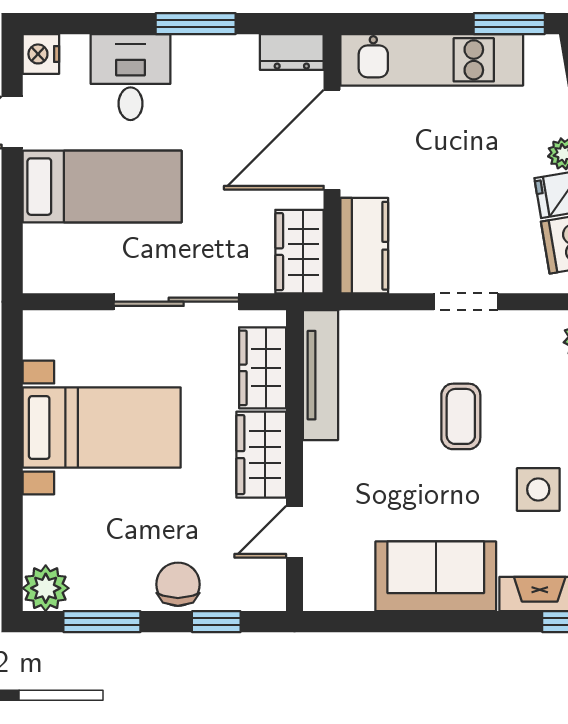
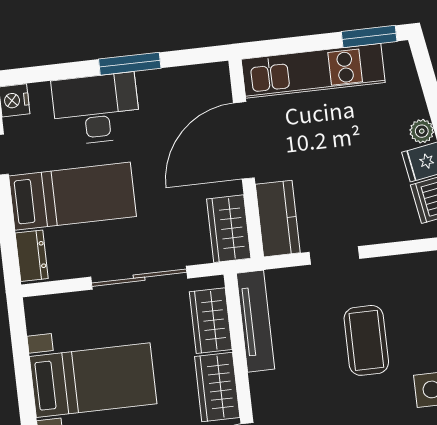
dresser: (292, 52) -> (32, 256), moved, turned -90
desk: (131, 77) -> (96, 109), width x1.37
doorway: (466, 302) -> (335, 255), moved
coffee table: (461, 416) -> (366, 340), width x1.36, depth x1.30

